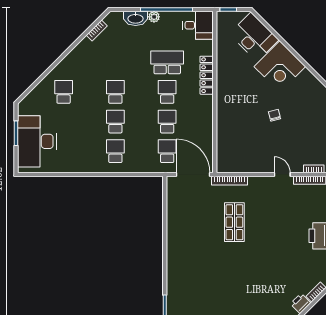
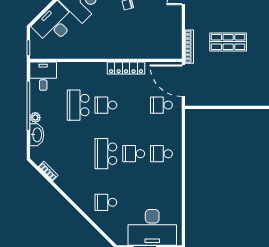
locker: (207, 75) -> (126, 68), moved
school desk: (115, 92) -> (106, 154), width x1.85
school desk: (167, 122) -> (134, 105), removed
door: (193, 174) -> (183, 81), hinge flipped

